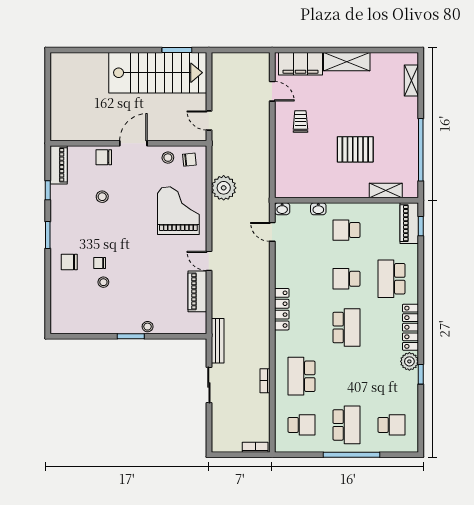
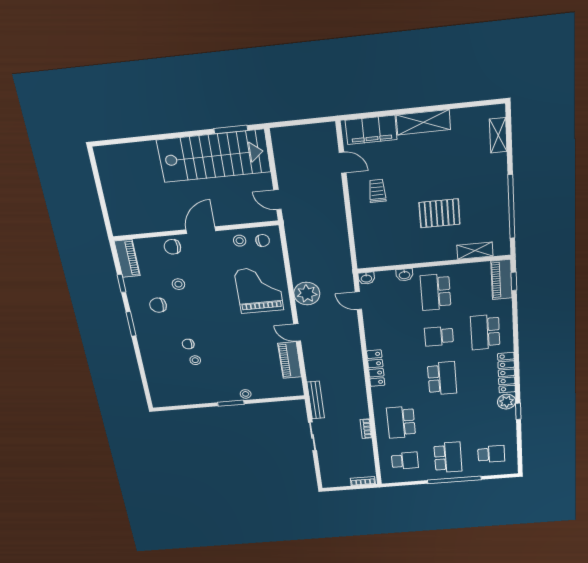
plant: (224, 188) -> (307, 294), moved
school desk: (346, 230) -> (436, 292), width x1.85
chair: (69, 262) -> (158, 305), moved

